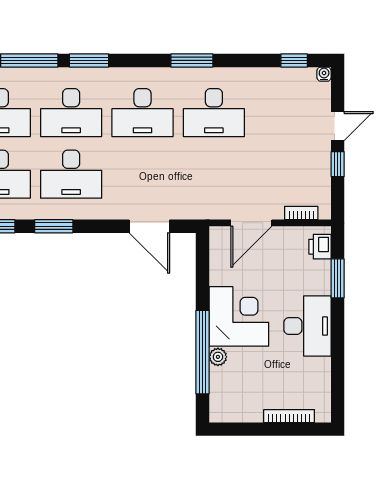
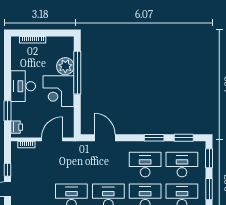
plant: (218, 357) -> (65, 66), width x1.88, depth x1.88

